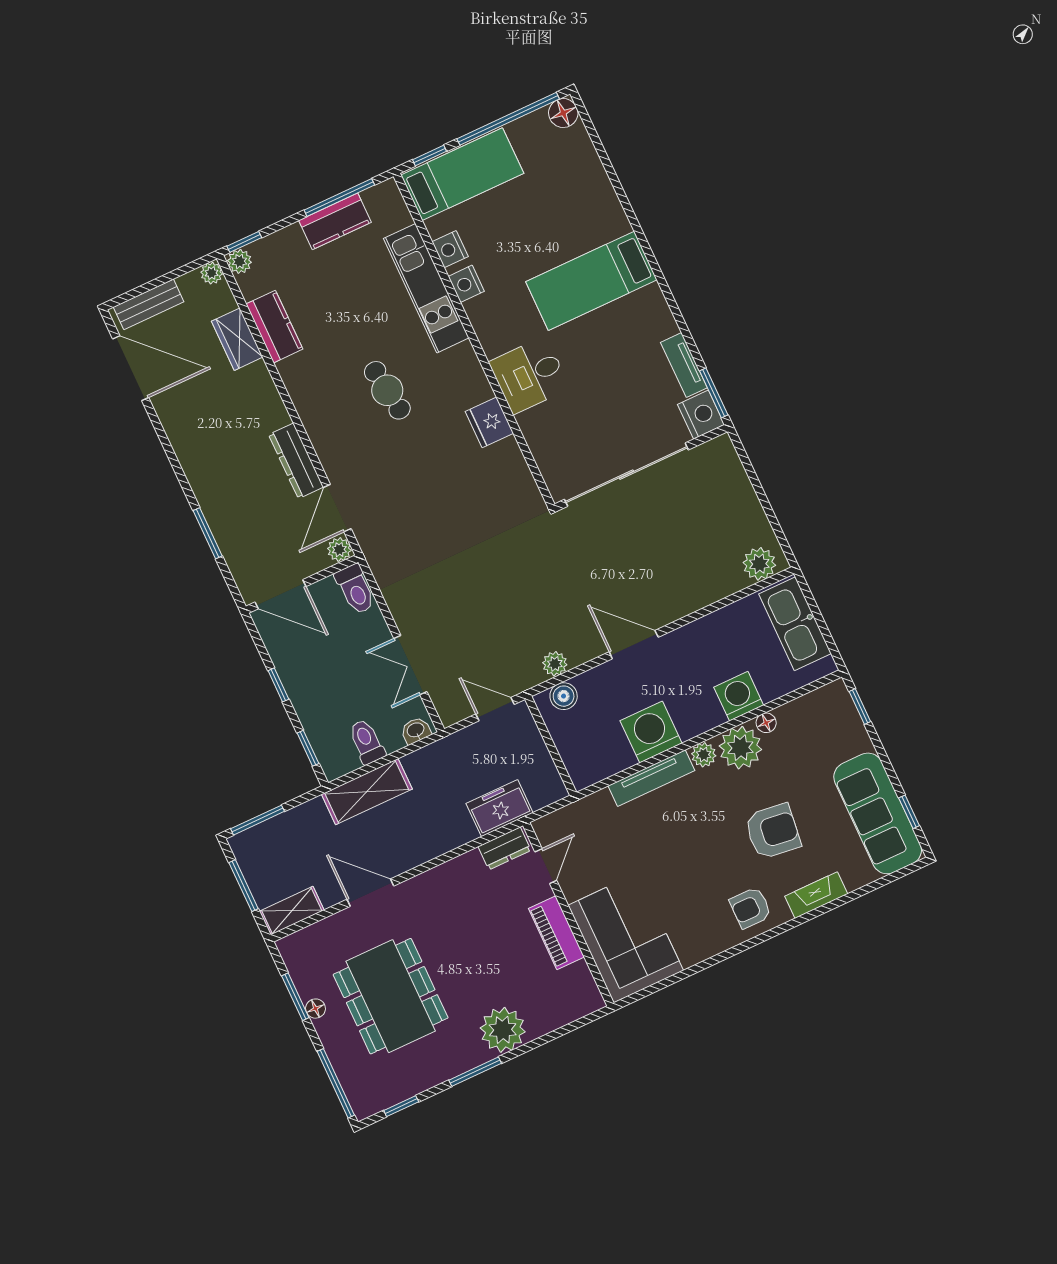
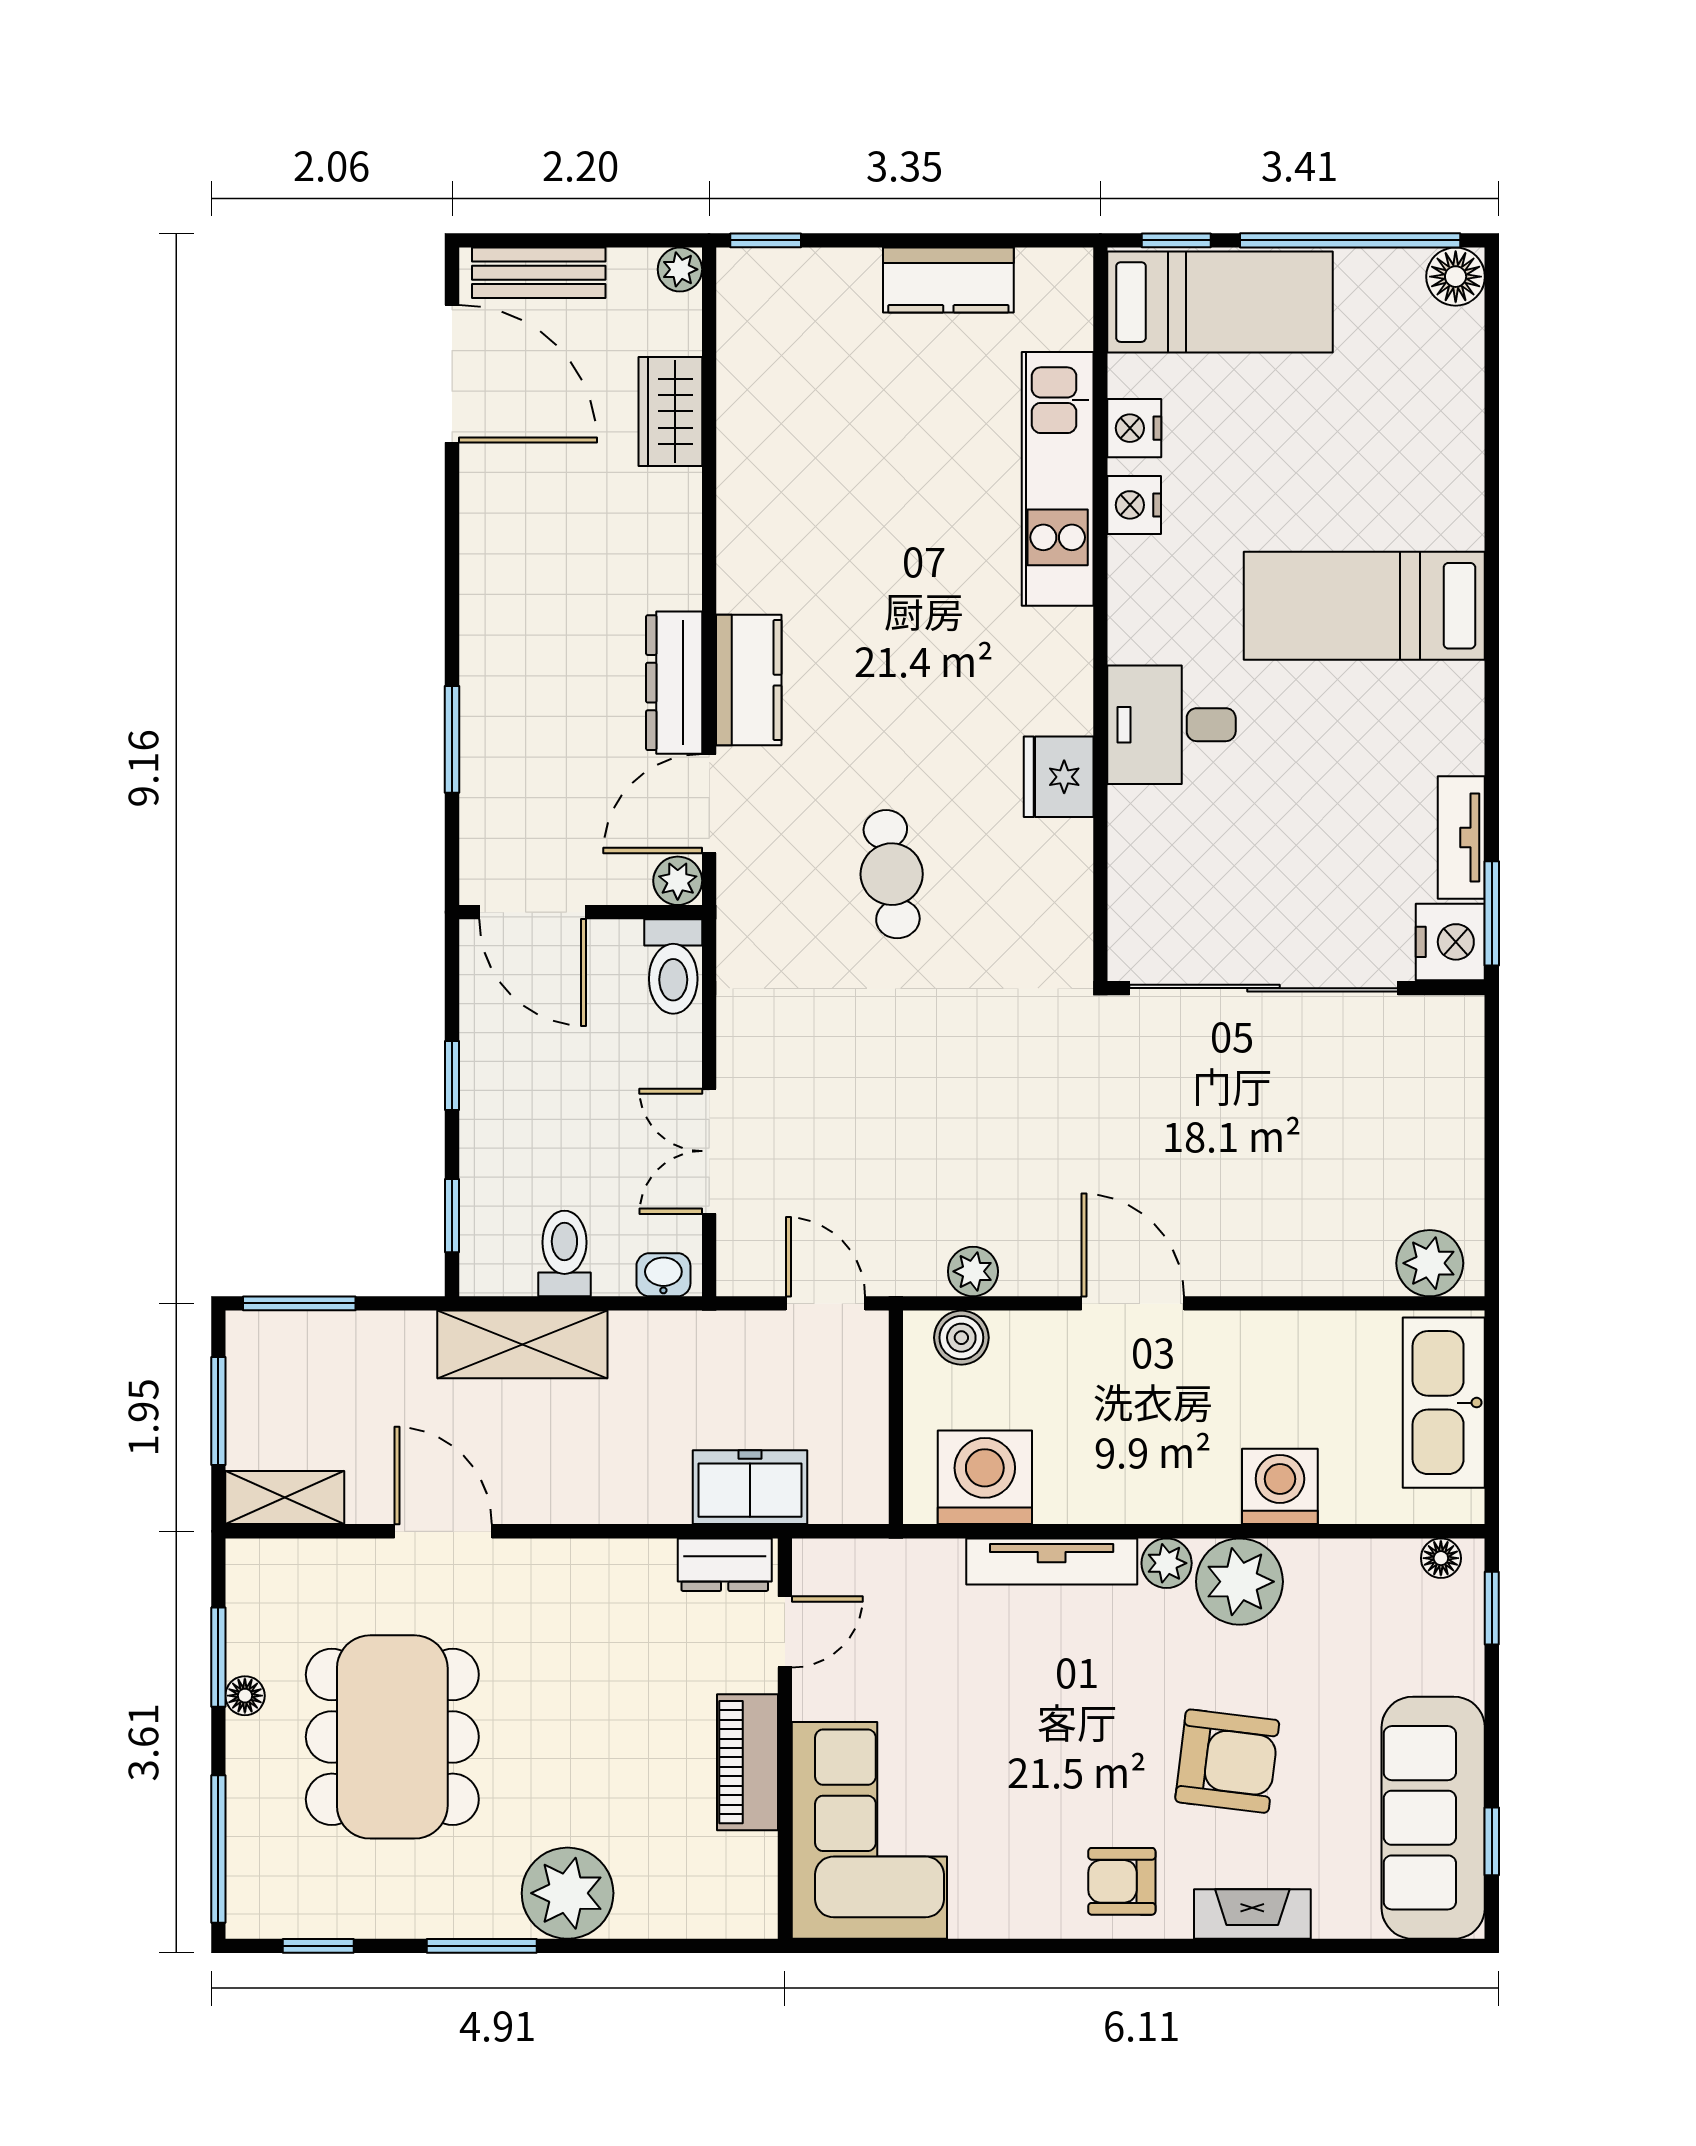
window: (339, 198) -> (976, 240), removed
plant: (239, 261) -> (741, 272), removed
kitchen counter: (274, 327) -> (749, 680), moved
cafe table: (387, 390) -> (892, 874), moved
floor lamp: (766, 723) -> (1441, 1558), moved
washing machine: (651, 732) -> (985, 1477), moved

